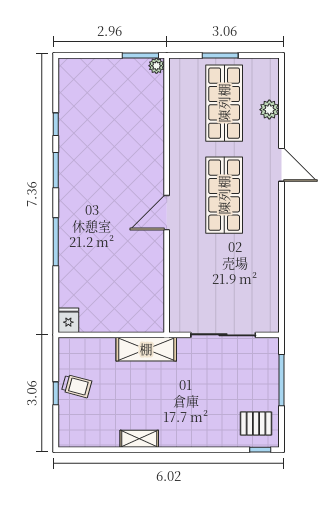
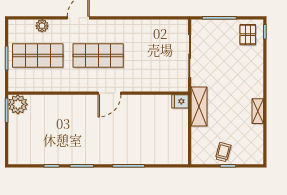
plant: (156, 66) -> (18, 104), width x1.88, depth x1.88
door: (167, 213) -> (110, 93), hinge flipped
fridge: (68, 320) -> (180, 101), moved

